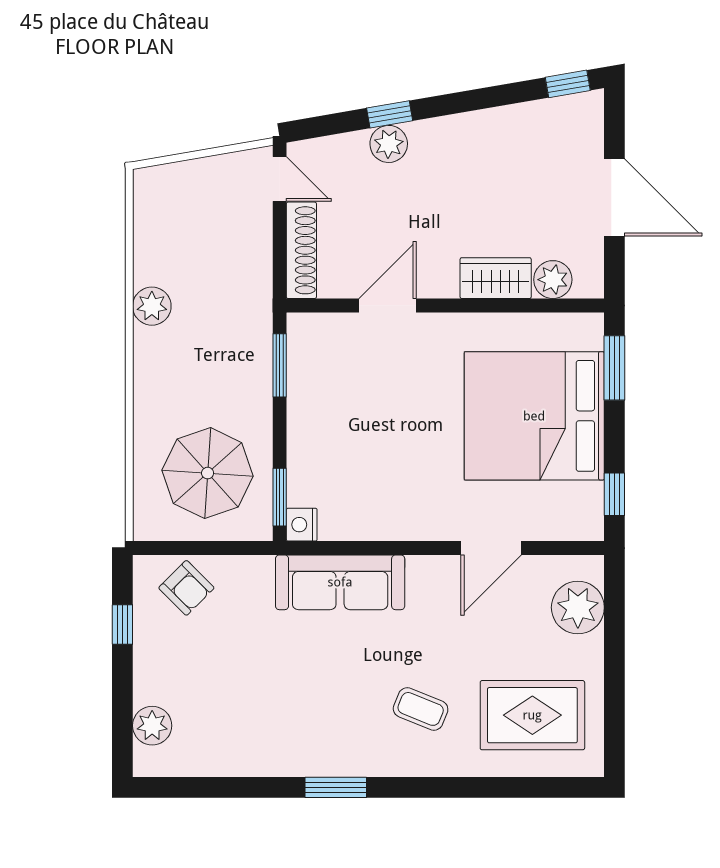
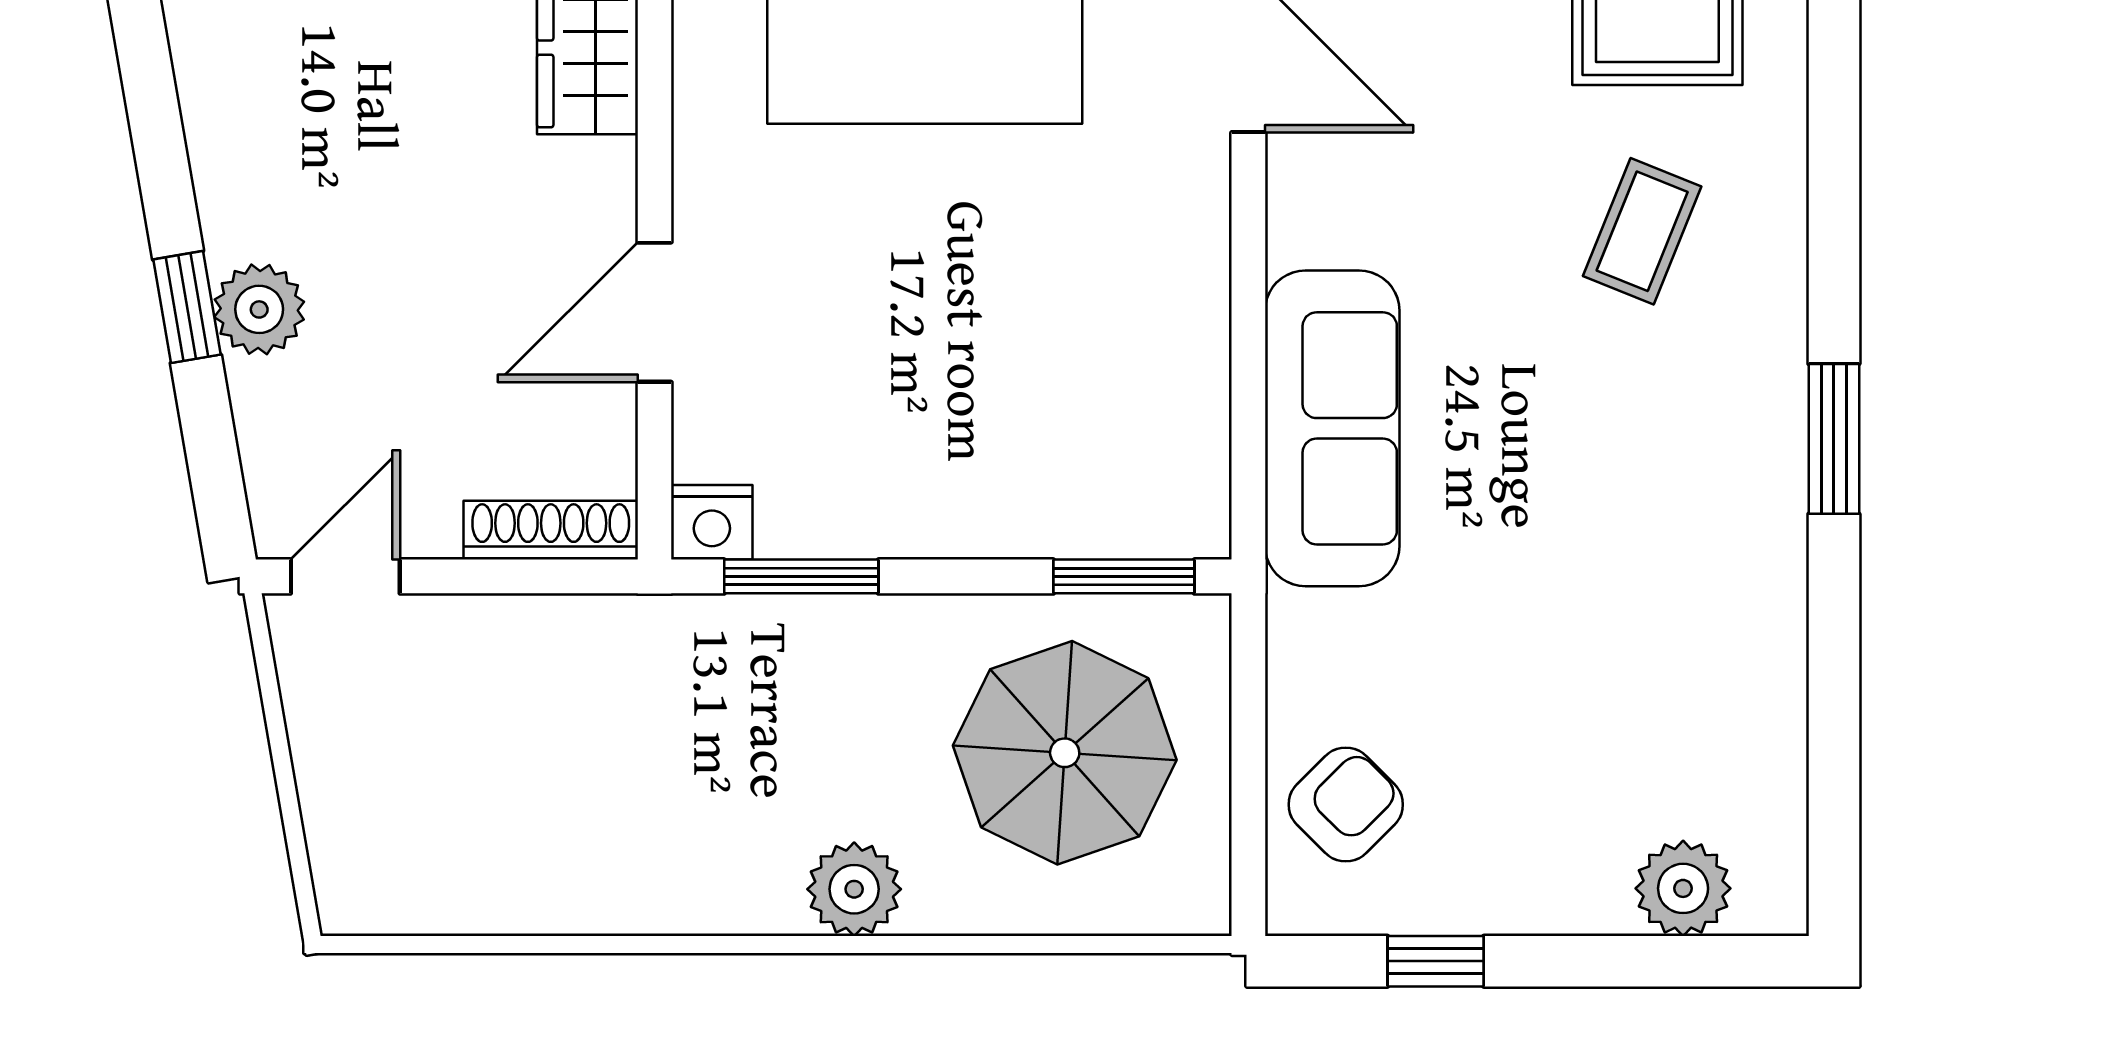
shoe rack: (301, 250) -> (551, 530), width x0.74, depth x0.81
door: (388, 305) -> (655, 312), hinge flipped
plant: (152, 306) -> (854, 889), moved
nightstand: (302, 525) -> (712, 522), moved

